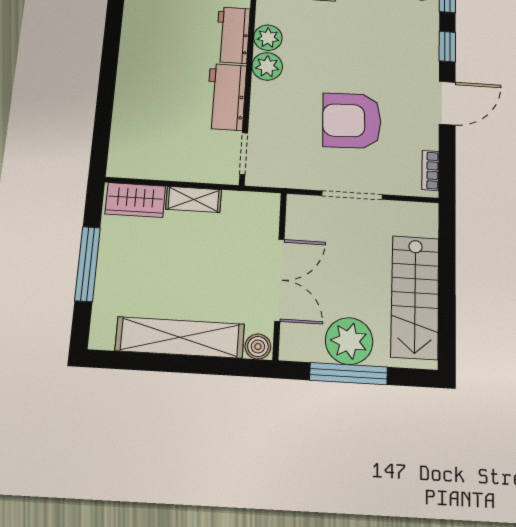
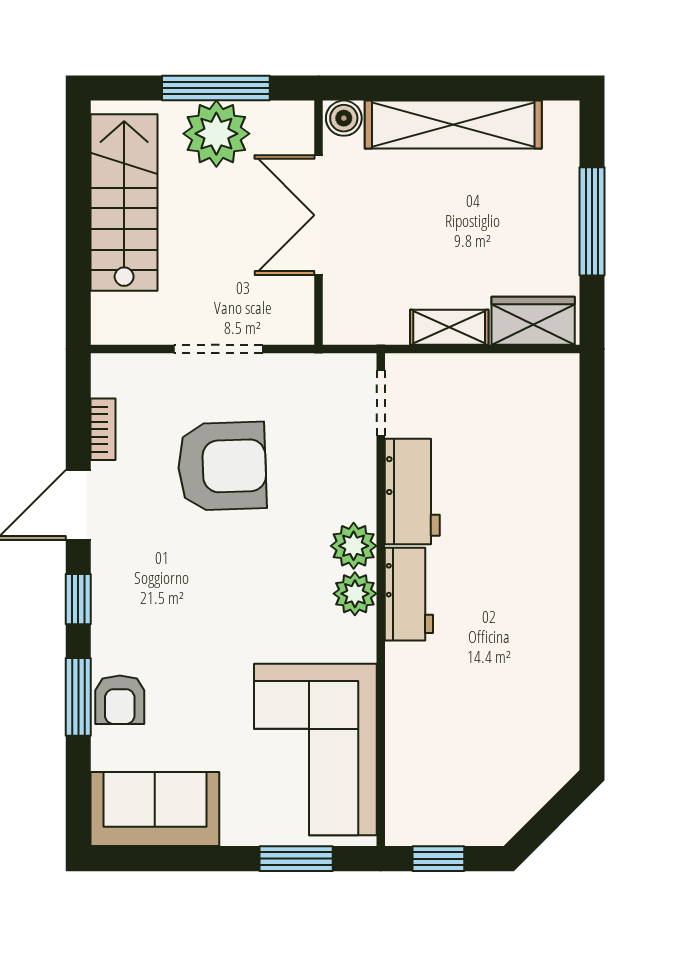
bookcase: (430, 170) -> (103, 429), moved

